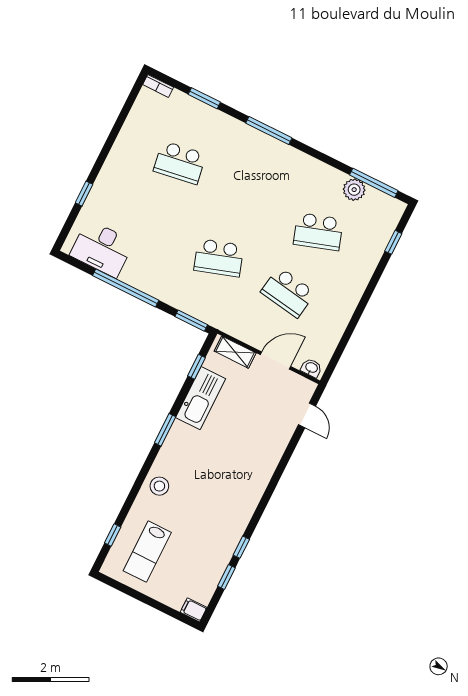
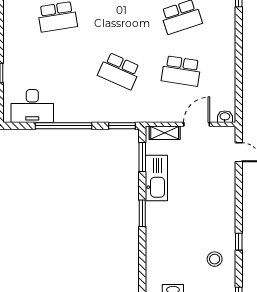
school desk: (219, 258) -> (119, 71), turned 42
window: (197, 367) -> (142, 157), width x1.50
stool: (159, 486) -> (215, 259), moved
window: (241, 547) -> (239, 242), moved

